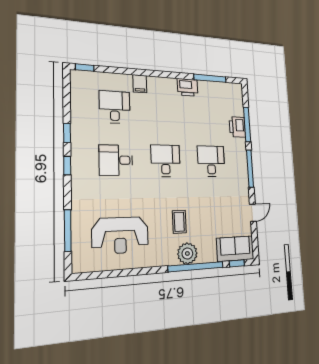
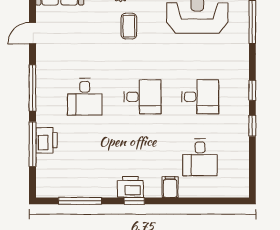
window: (85, 68) -> (134, 201), moved
printer: (188, 87) -> (130, 187), moved
desk: (166, 161) -> (142, 97), turned -90

